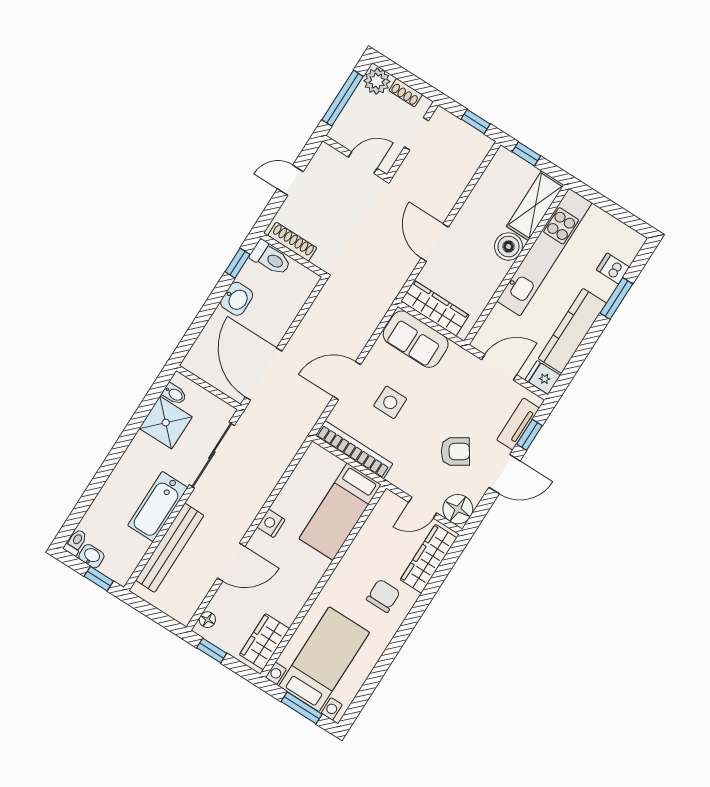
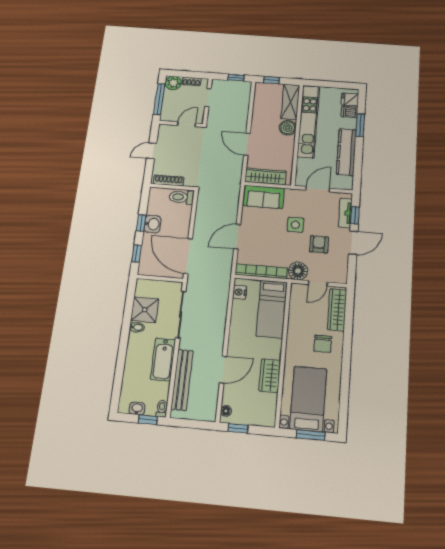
toilet: (271, 258) -> (182, 197), moved, turned 180
window: (237, 263) -> (141, 223), moved
window: (193, 333) -> (137, 253), added
fridge: (543, 378) -> (350, 99), moved
bidet: (174, 394) -> (137, 327), moved
side table: (390, 402) -> (295, 225), moved
armchair: (455, 452) -> (319, 244), turned -57
floor lamp: (458, 509) -> (298, 271), moved
nightstand: (271, 523) -> (240, 292), moved
toilet: (76, 542) -> (162, 409), moved
chair: (383, 596) -> (323, 344), turned 180
wardrobe: (264, 642) -> (270, 376), moved

